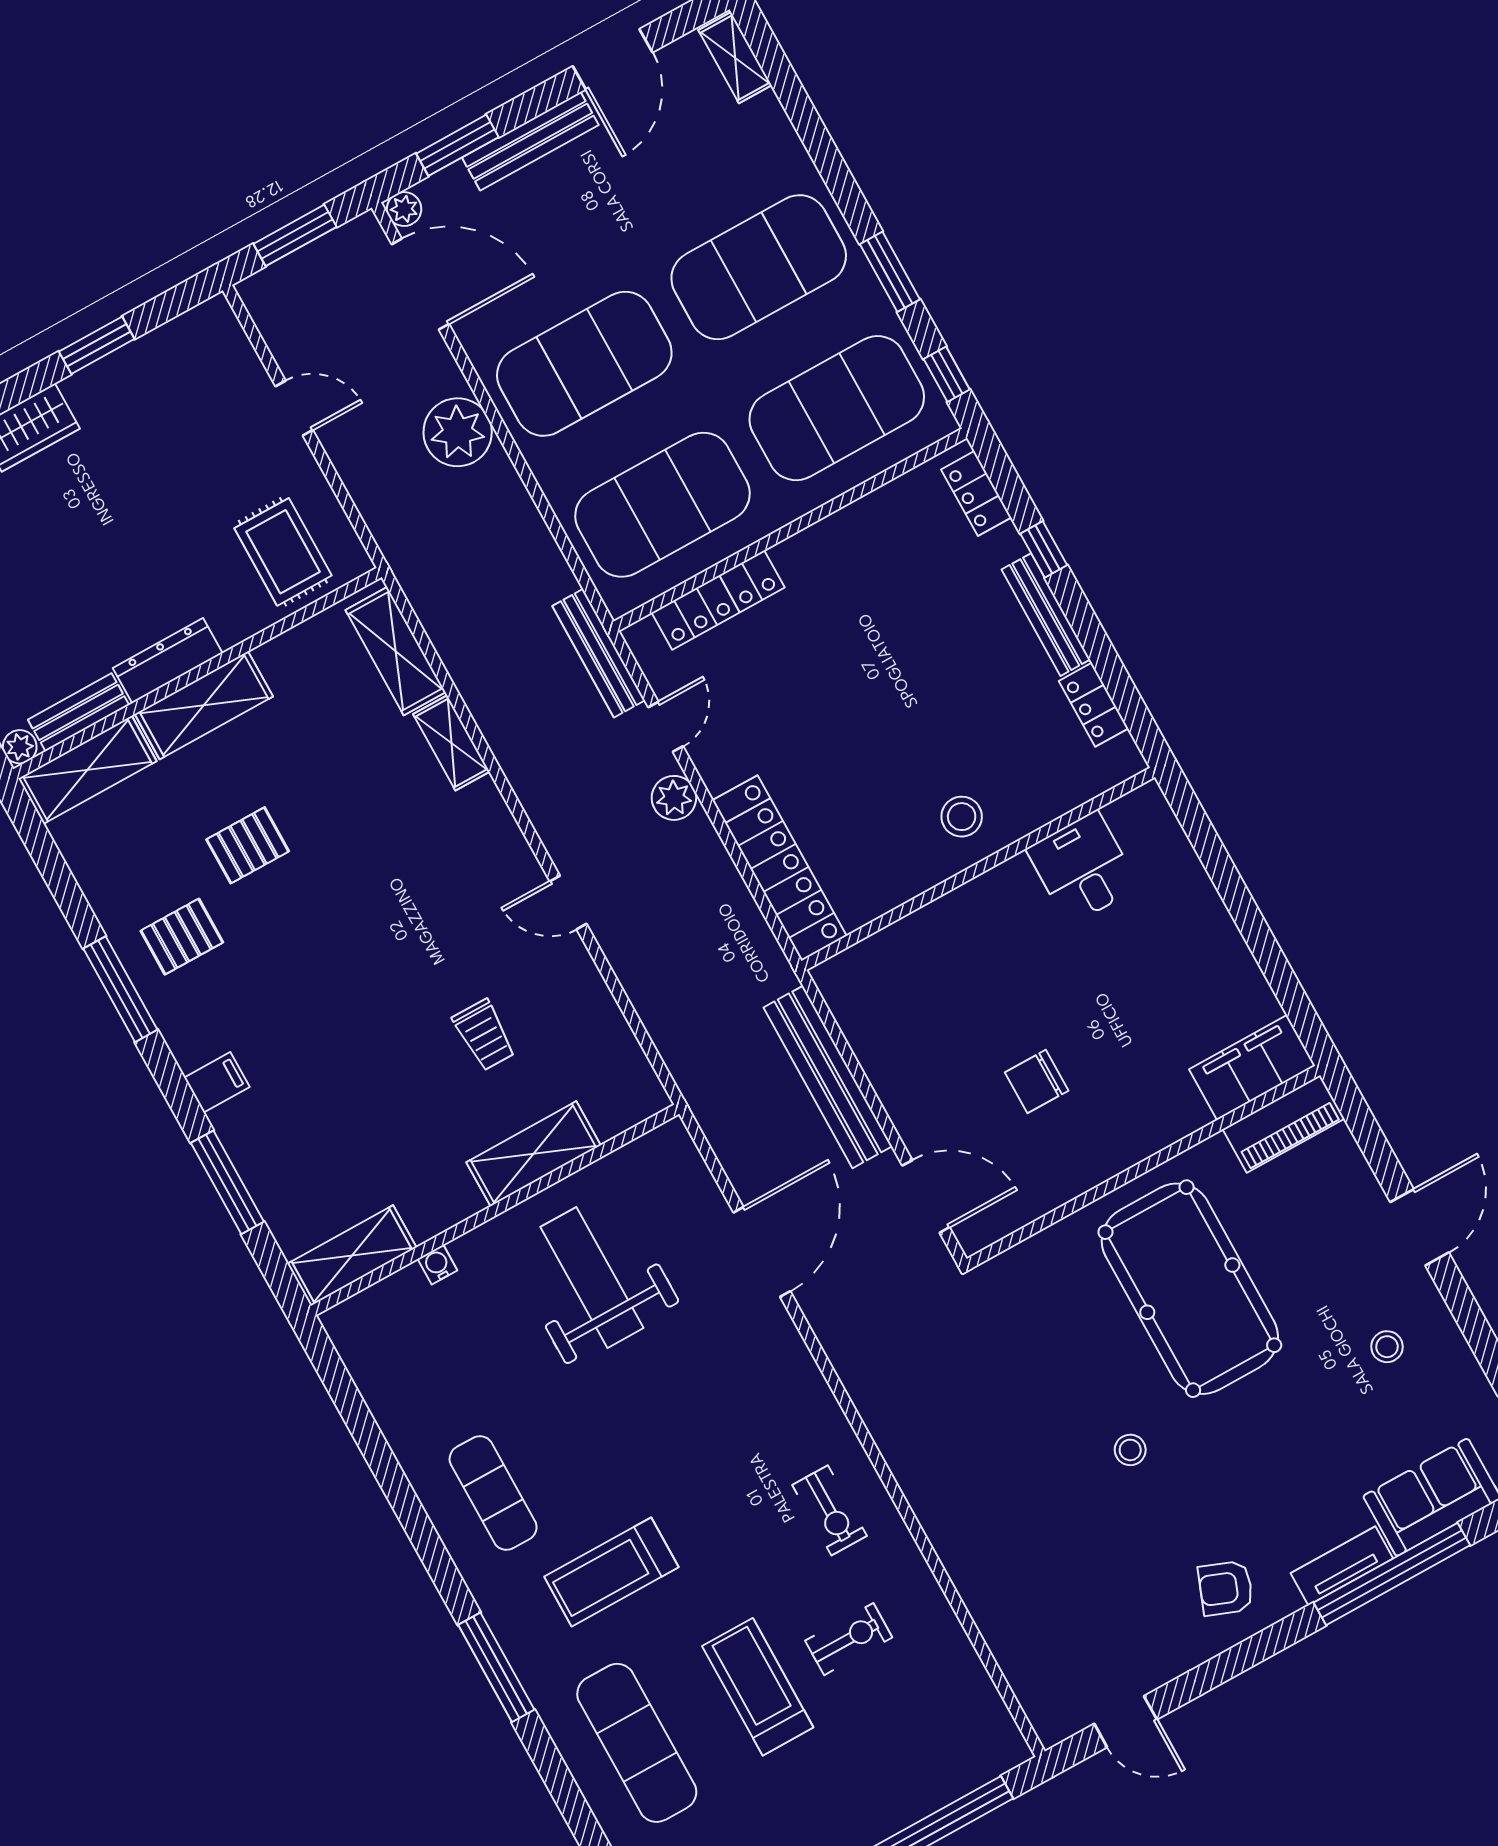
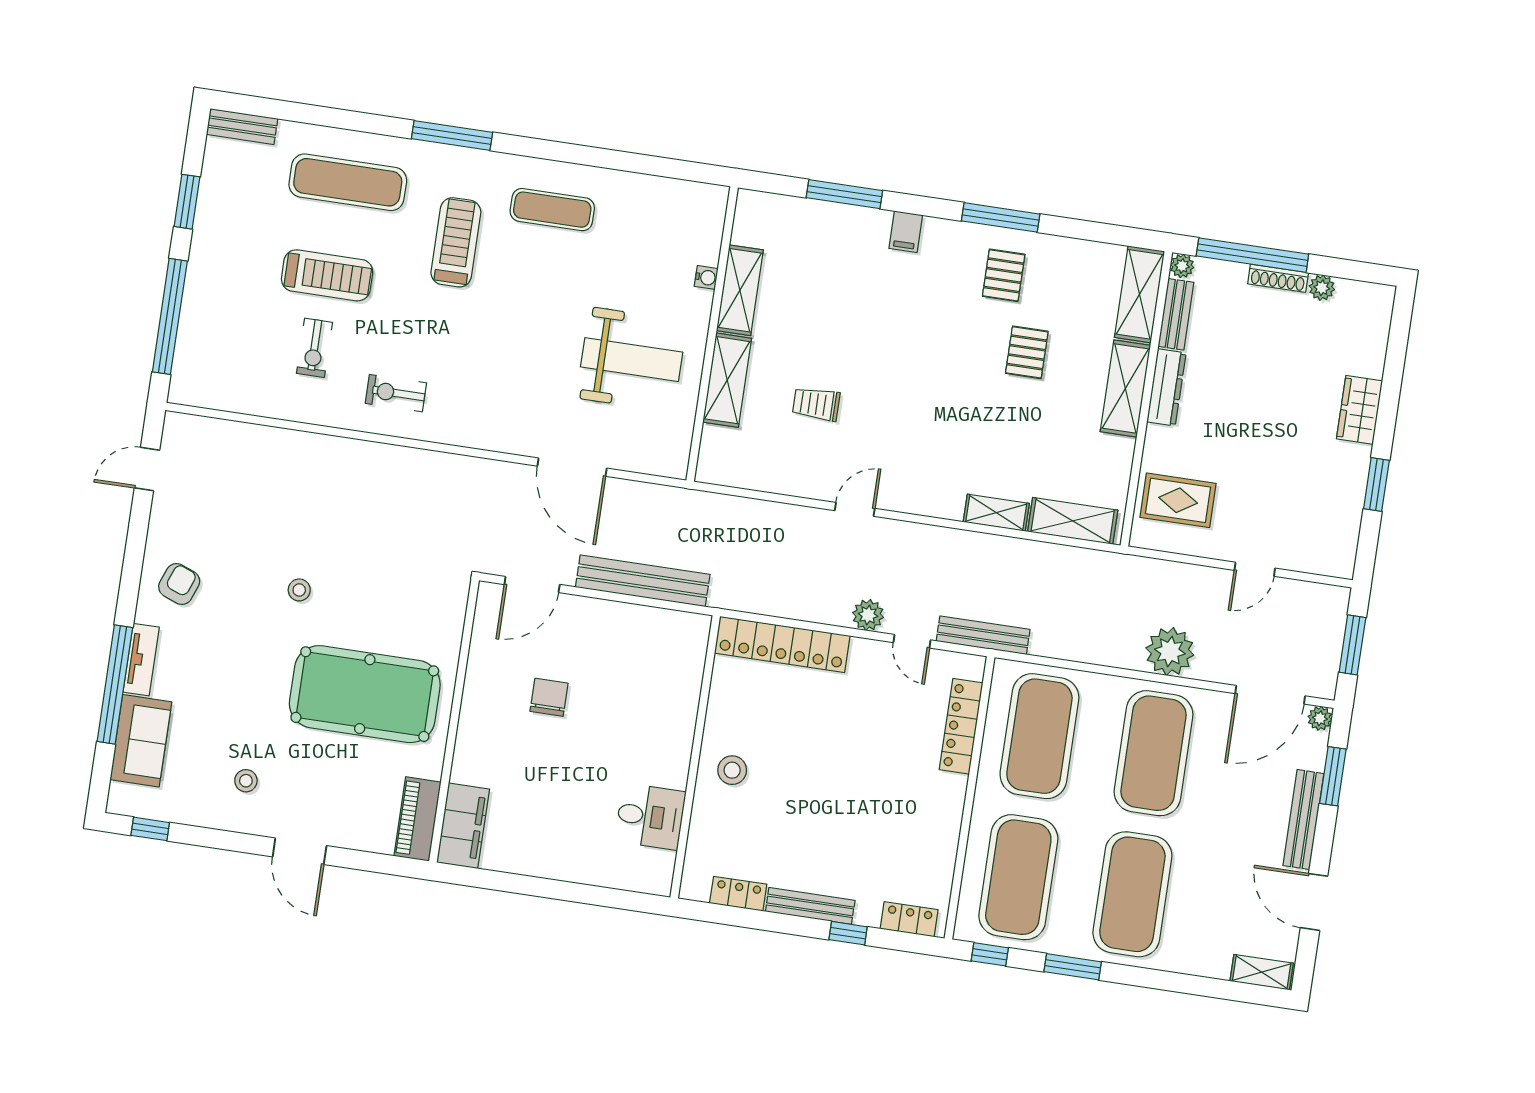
shelving: (352, 1256) -> (740, 290), moved

